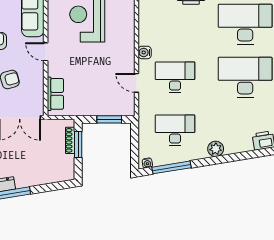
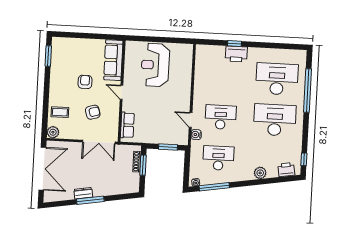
water cooler: (145, 52) -> (196, 135), moved
plant: (216, 149) -> (260, 173), moved

